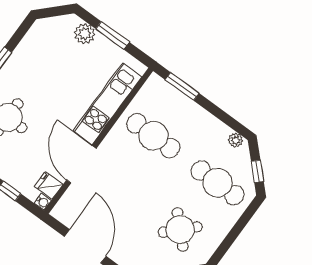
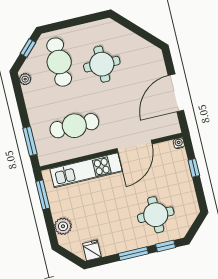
window: (113, 35) -> (43, 195), moved
cafe table: (153, 136) -> (74, 126), turned 90
fridge: (49, 185) -> (92, 250), moved, turned 180
round table: (180, 230) -> (102, 64), moved, turned 45

